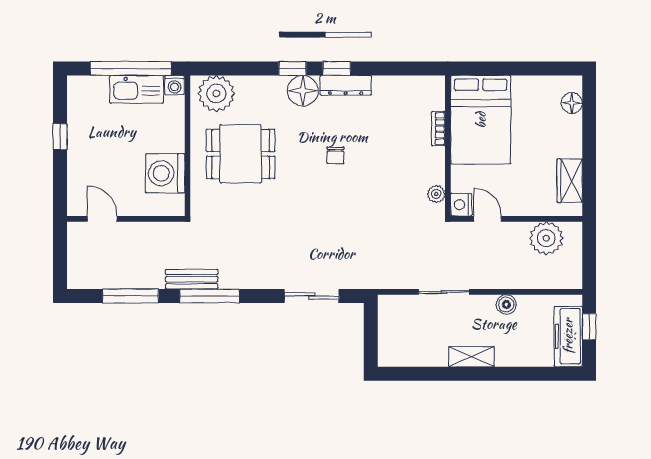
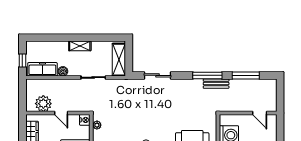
door: (488, 219) -> (61, 113), moved
shelving: (391, 328) -> (119, 60), added
freezer: (568, 336) -> (42, 69), moved, turned -90

